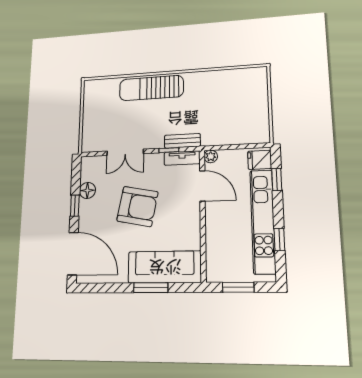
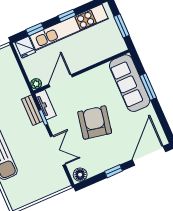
floor lamp: (87, 190) -> (80, 175), moved
window: (279, 240) -> (67, 16), moved

